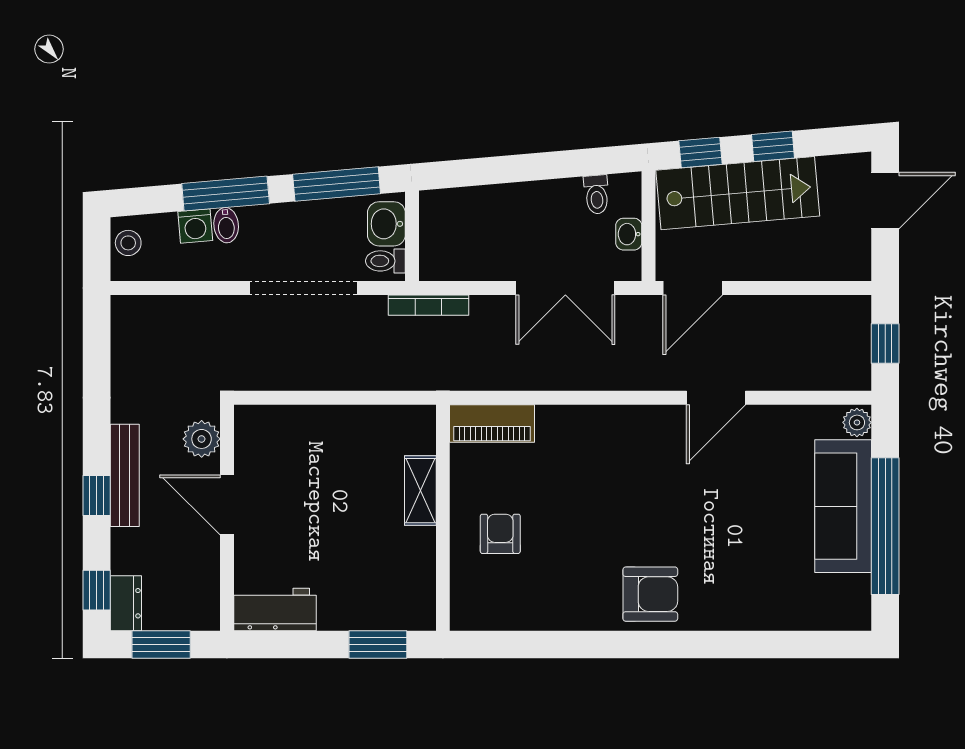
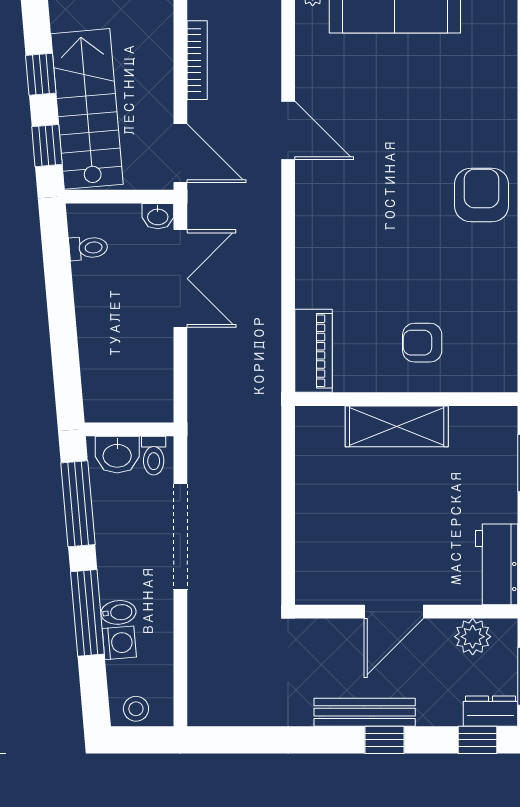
washbasin: (629, 234) -> (158, 216), moved
bookcase: (428, 305) -> (197, 60), moved
plant: (202, 439) -> (473, 637), moved
shelving: (420, 491) -> (397, 426), width x1.50, depth x1.33

